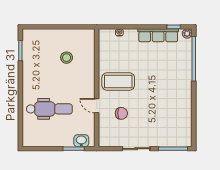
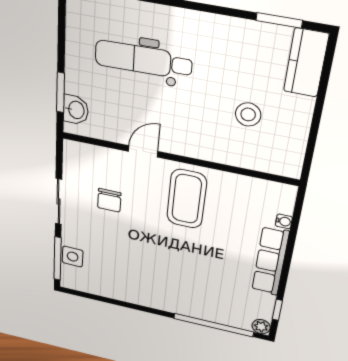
row of seats: (158, 35) -> (270, 261), moved
kitchen counter: (37, 36) -> (306, 63), added
dental chair: (49, 109) -> (143, 60), turned 89
chair: (121, 113) -> (109, 200), moved
side table: (169, 140) -> (73, 257), added

